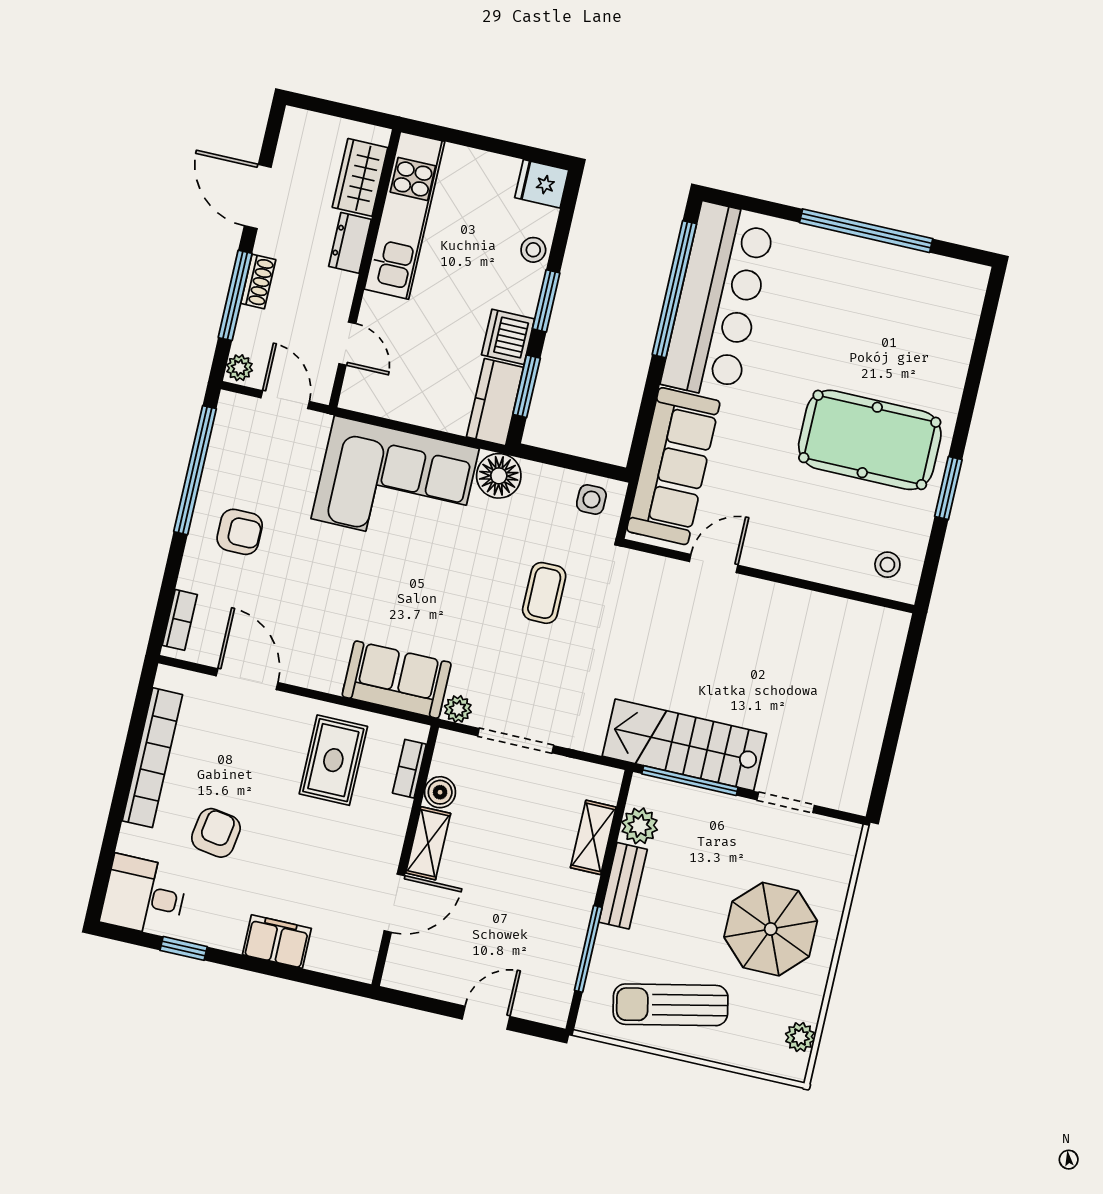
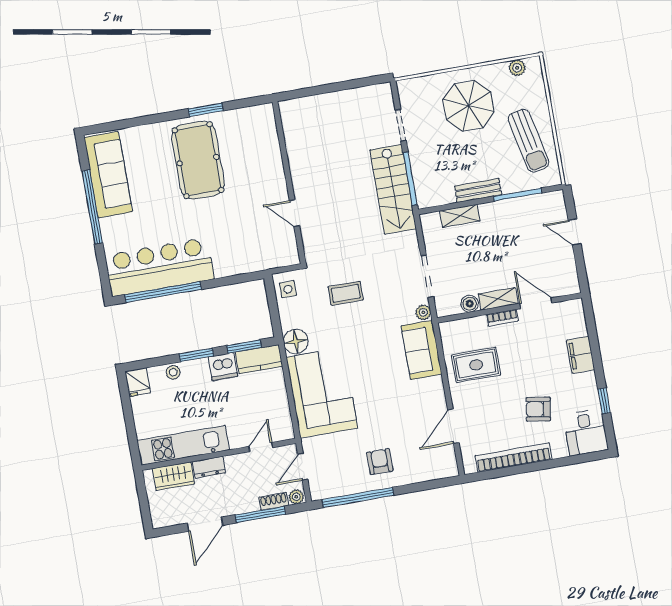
shoe rack: (258, 281) -> (274, 501), moved
sofa: (673, 466) -> (108, 175), moved, turned 90
stool: (887, 565) -> (258, 124), removed
bookcase: (180, 620) -> (438, 473), removed
bookcase: (409, 769) -> (502, 318), moved
plant: (640, 826) -> (444, 195), removed

